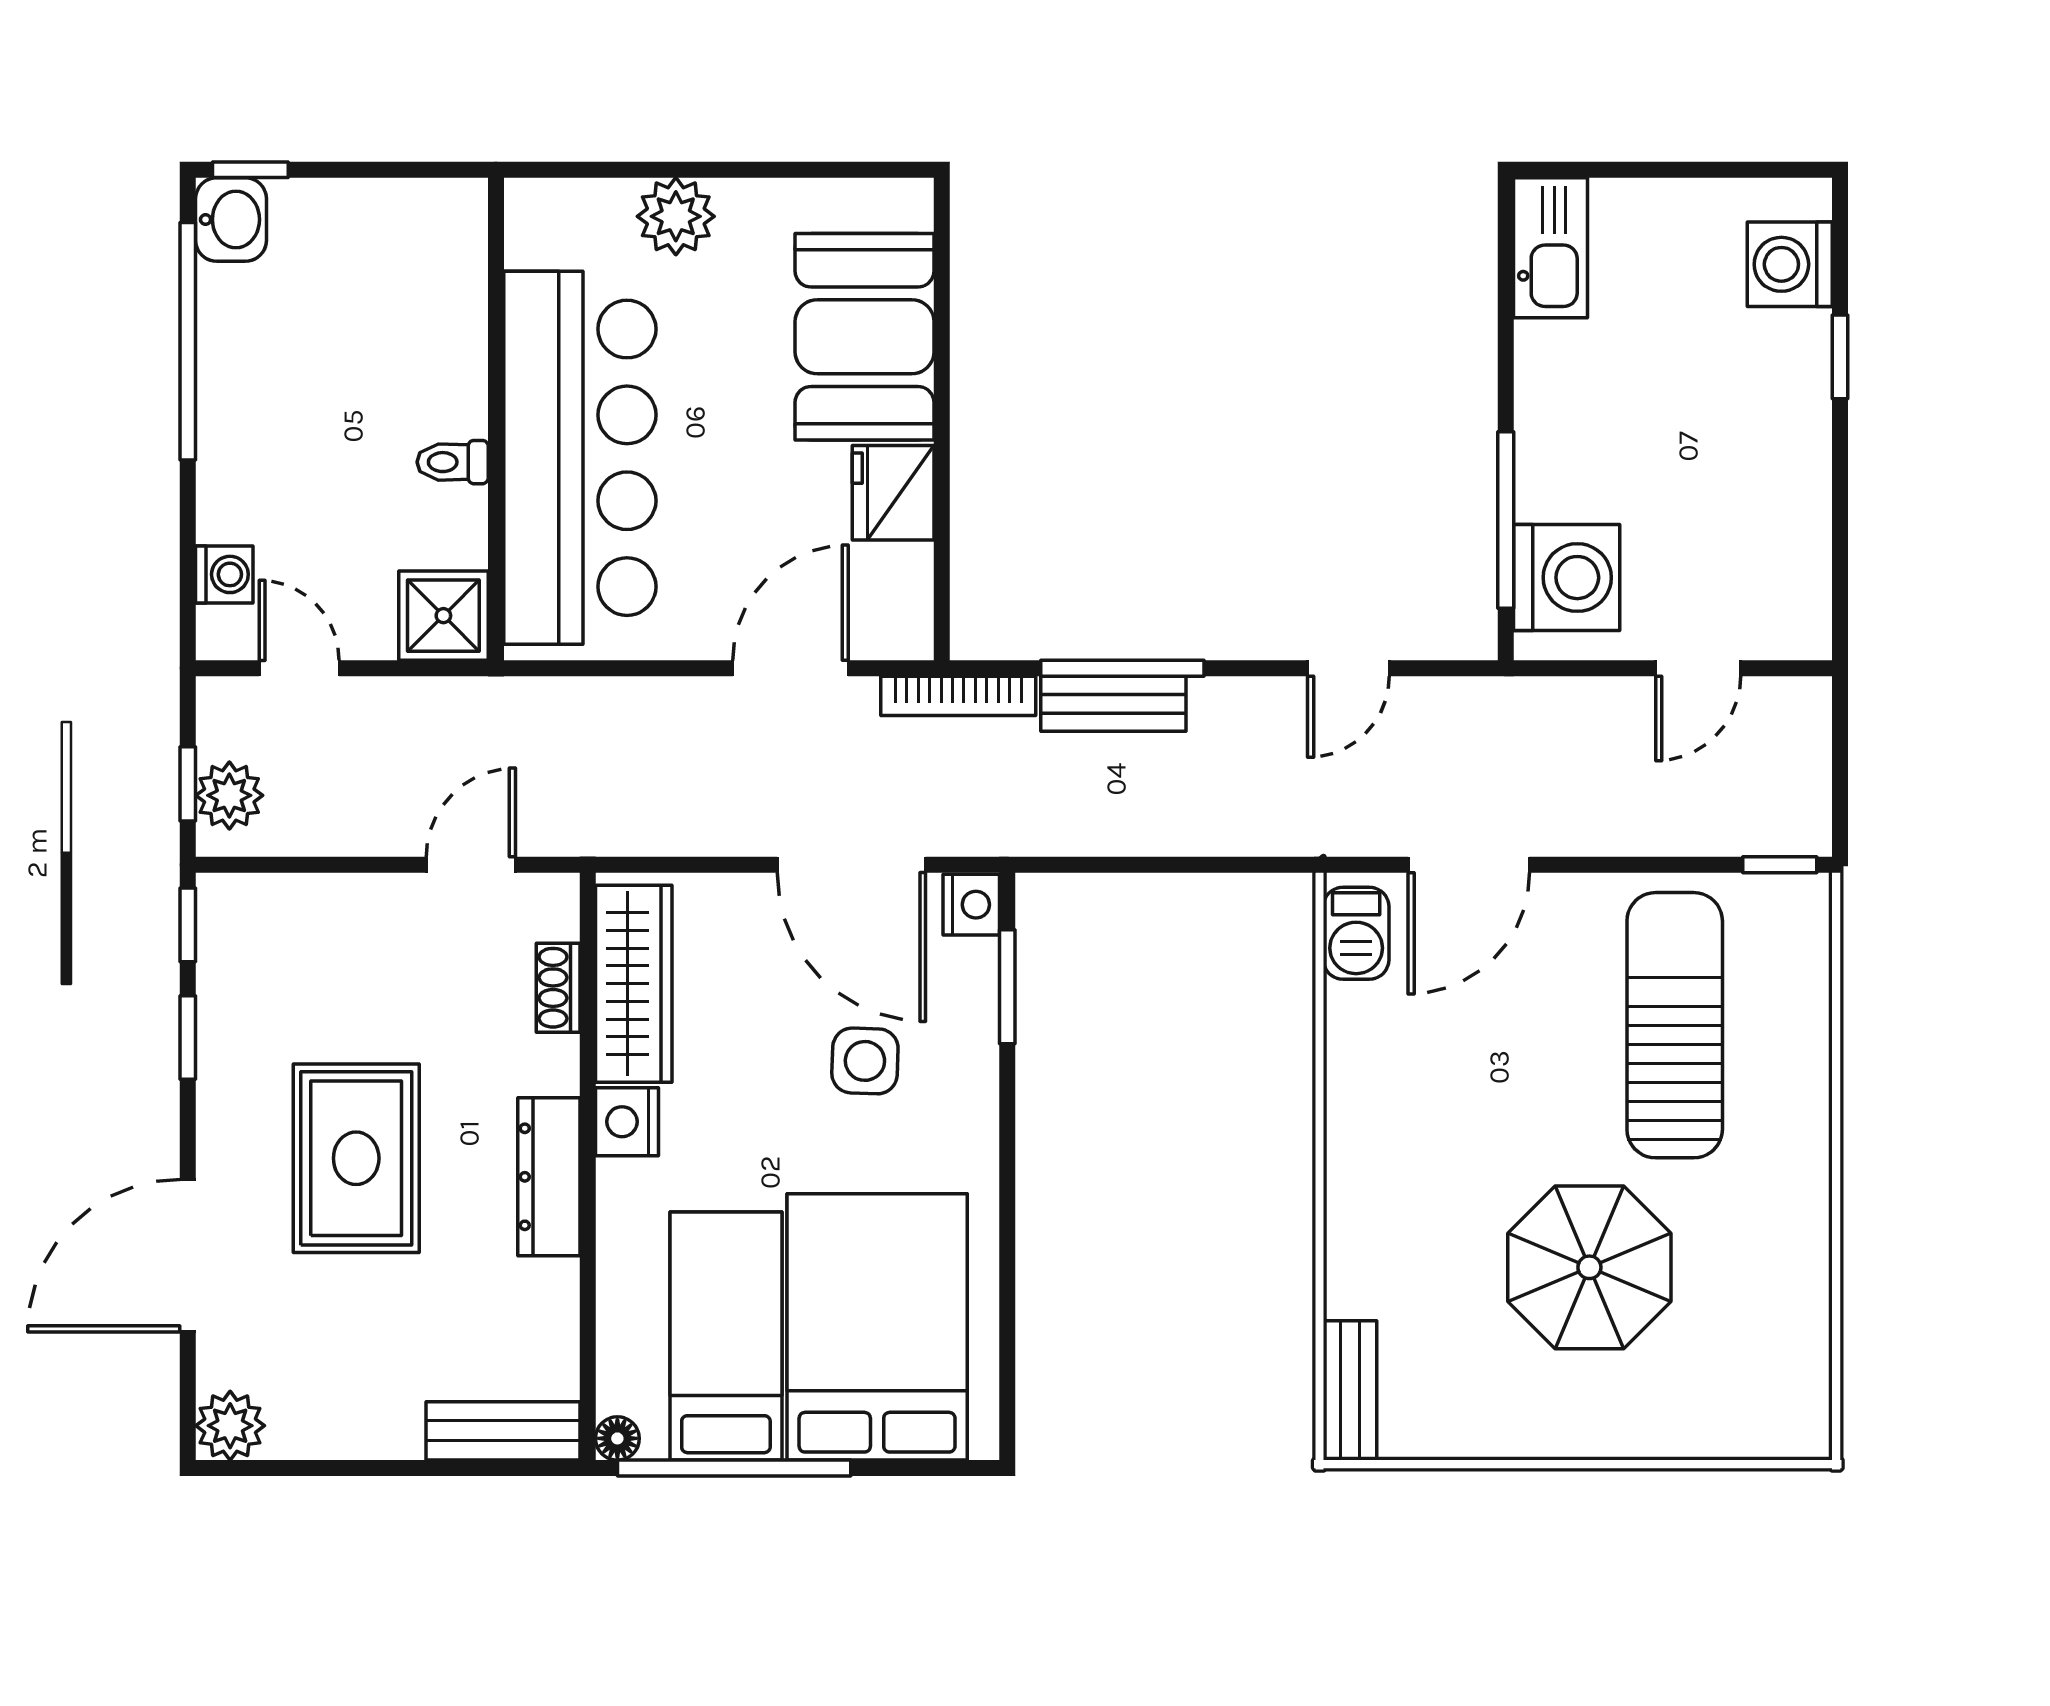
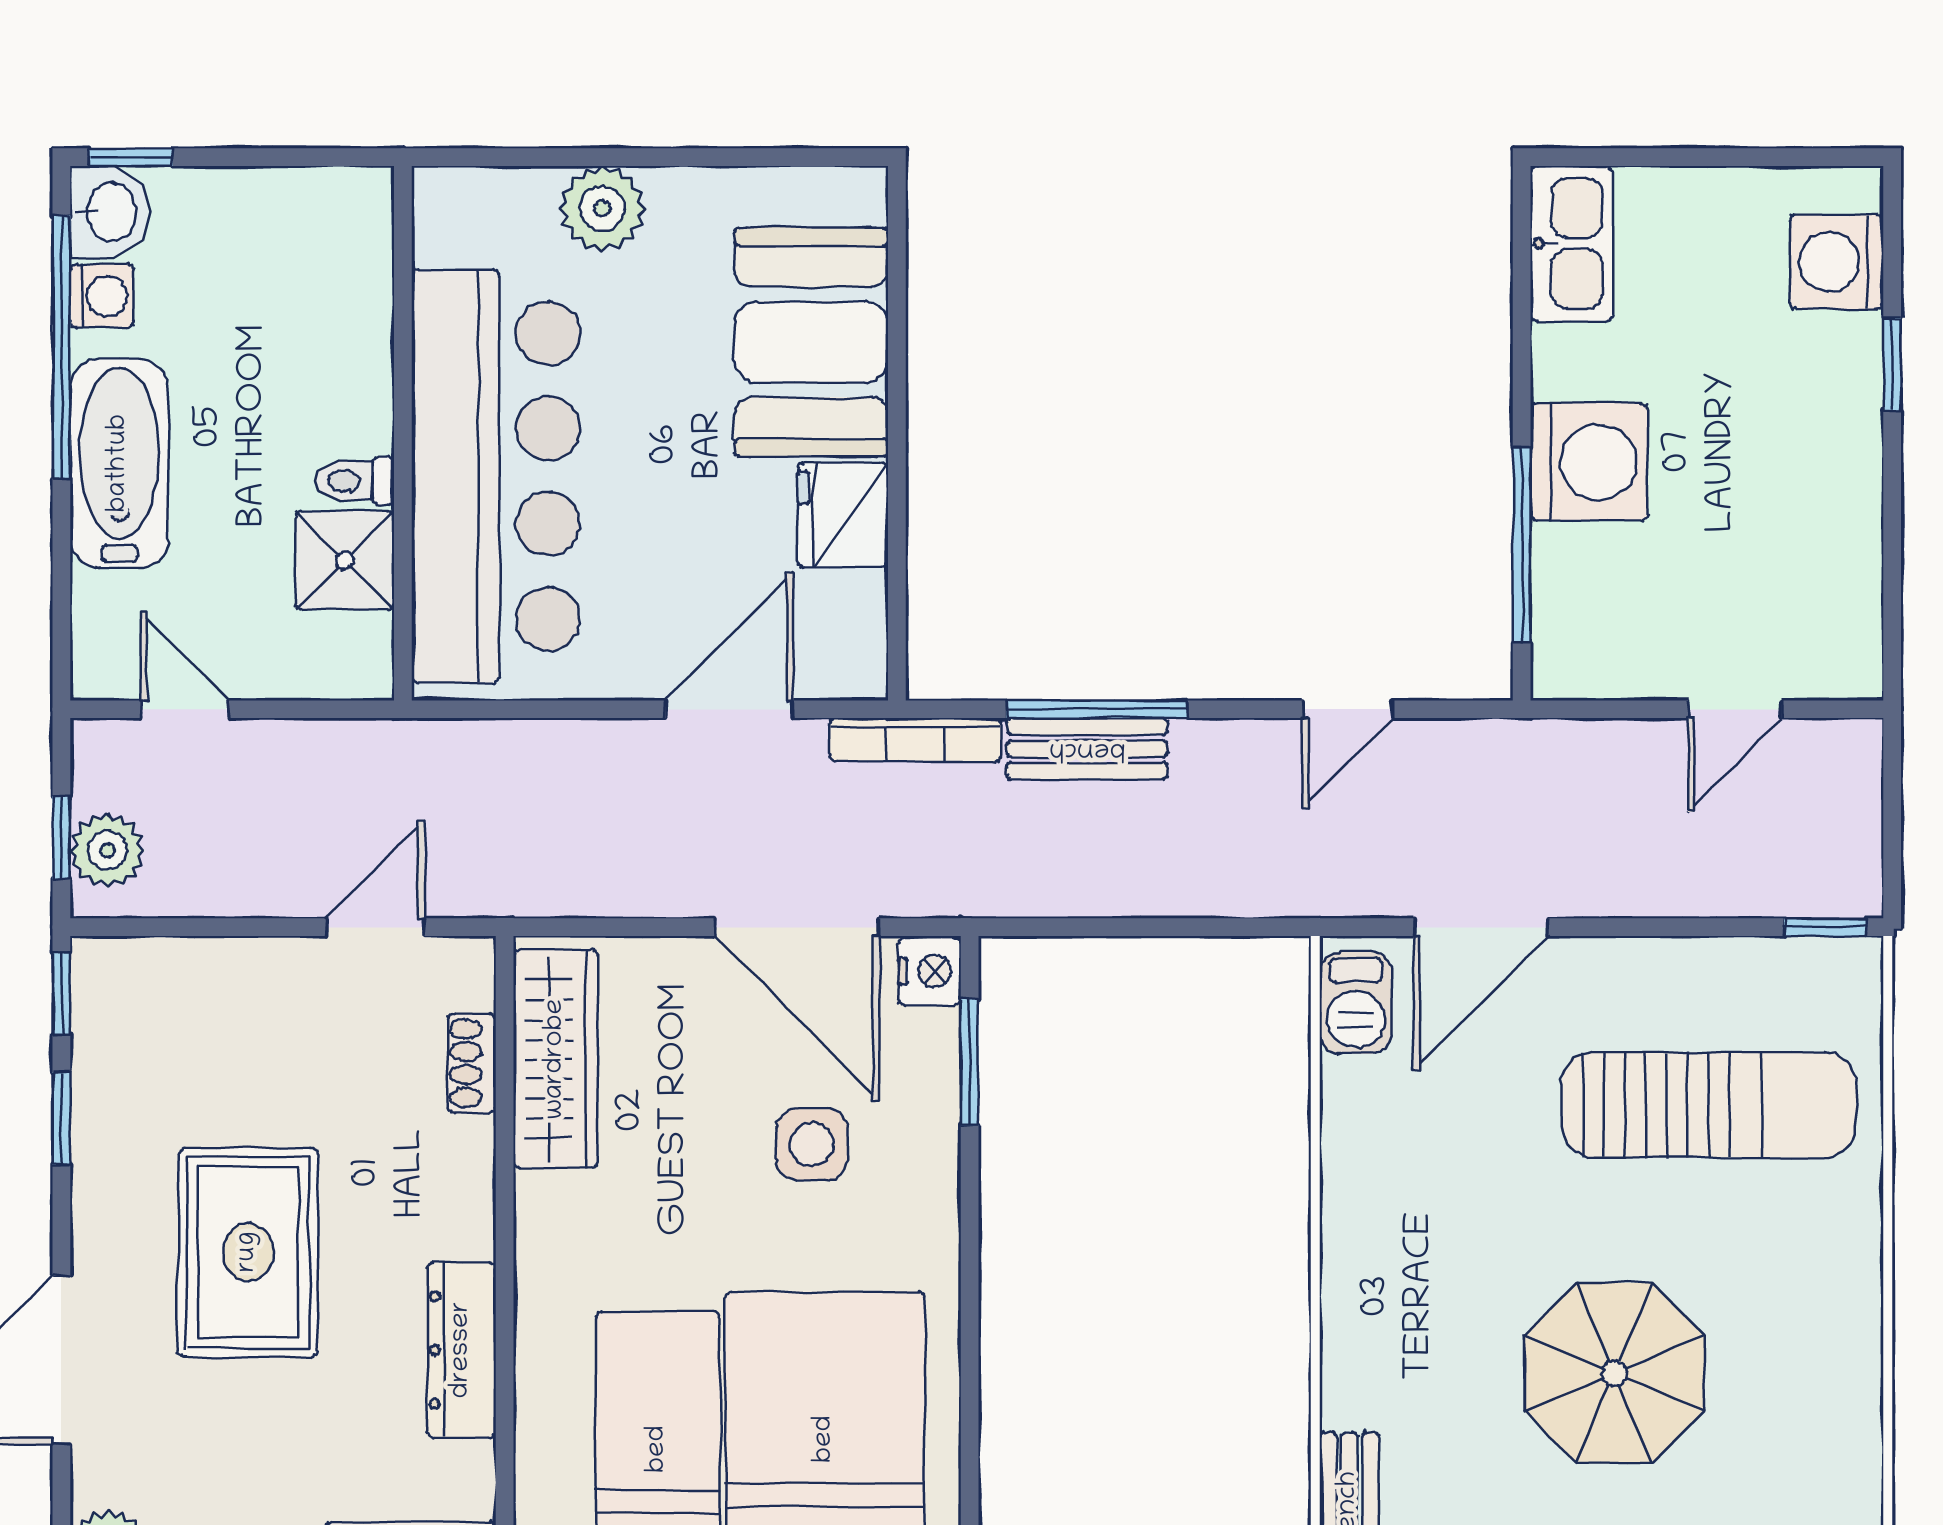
bathtub: (240, 446) -> (119, 463), added
washing machine: (224, 574) -> (102, 296), moved
washing machine: (1567, 578) -> (1589, 462), moved
shower: (443, 616) -> (345, 560), moved
sun lounger: (1675, 1025) -> (1709, 1105), turned 90
nightstand: (627, 1122) -> (548, 1212), removed
dresser: (549, 1177) -> (462, 1350), moved

